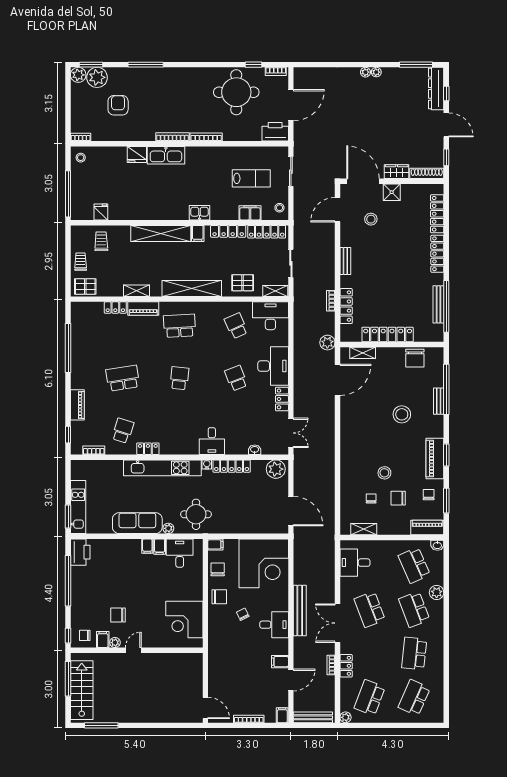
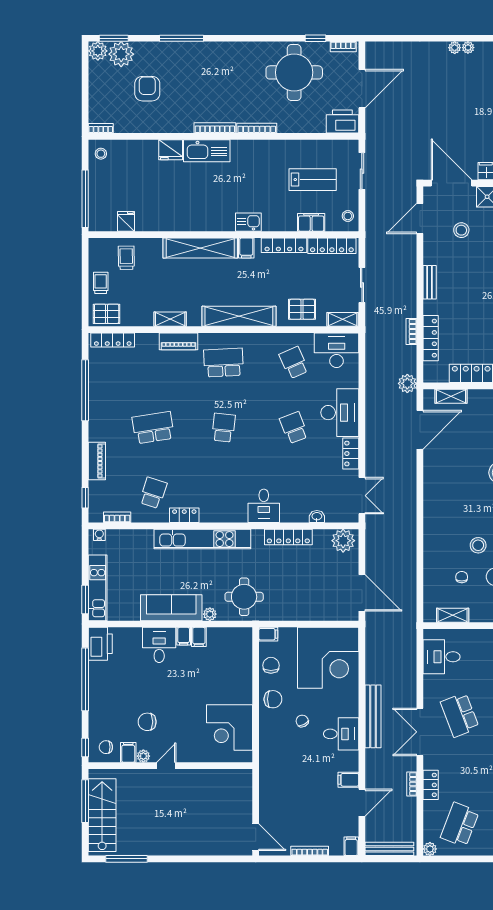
locker: (115, 308) -> (113, 340), moved, width x1.53
water cooler: (207, 464) -> (99, 535), moved
desk: (180, 553) -> (159, 645), moved

